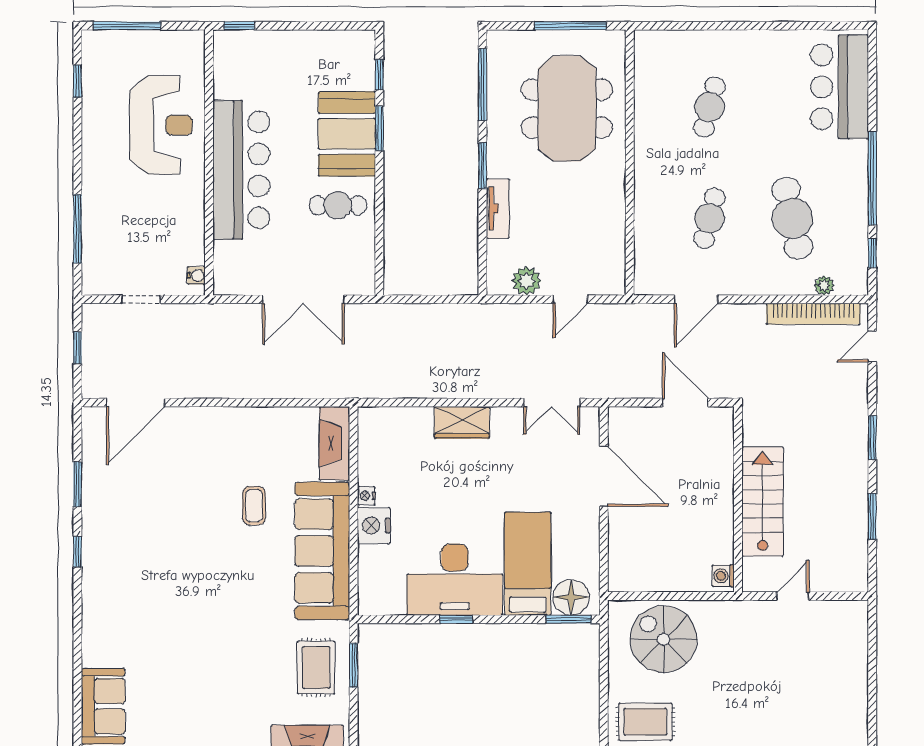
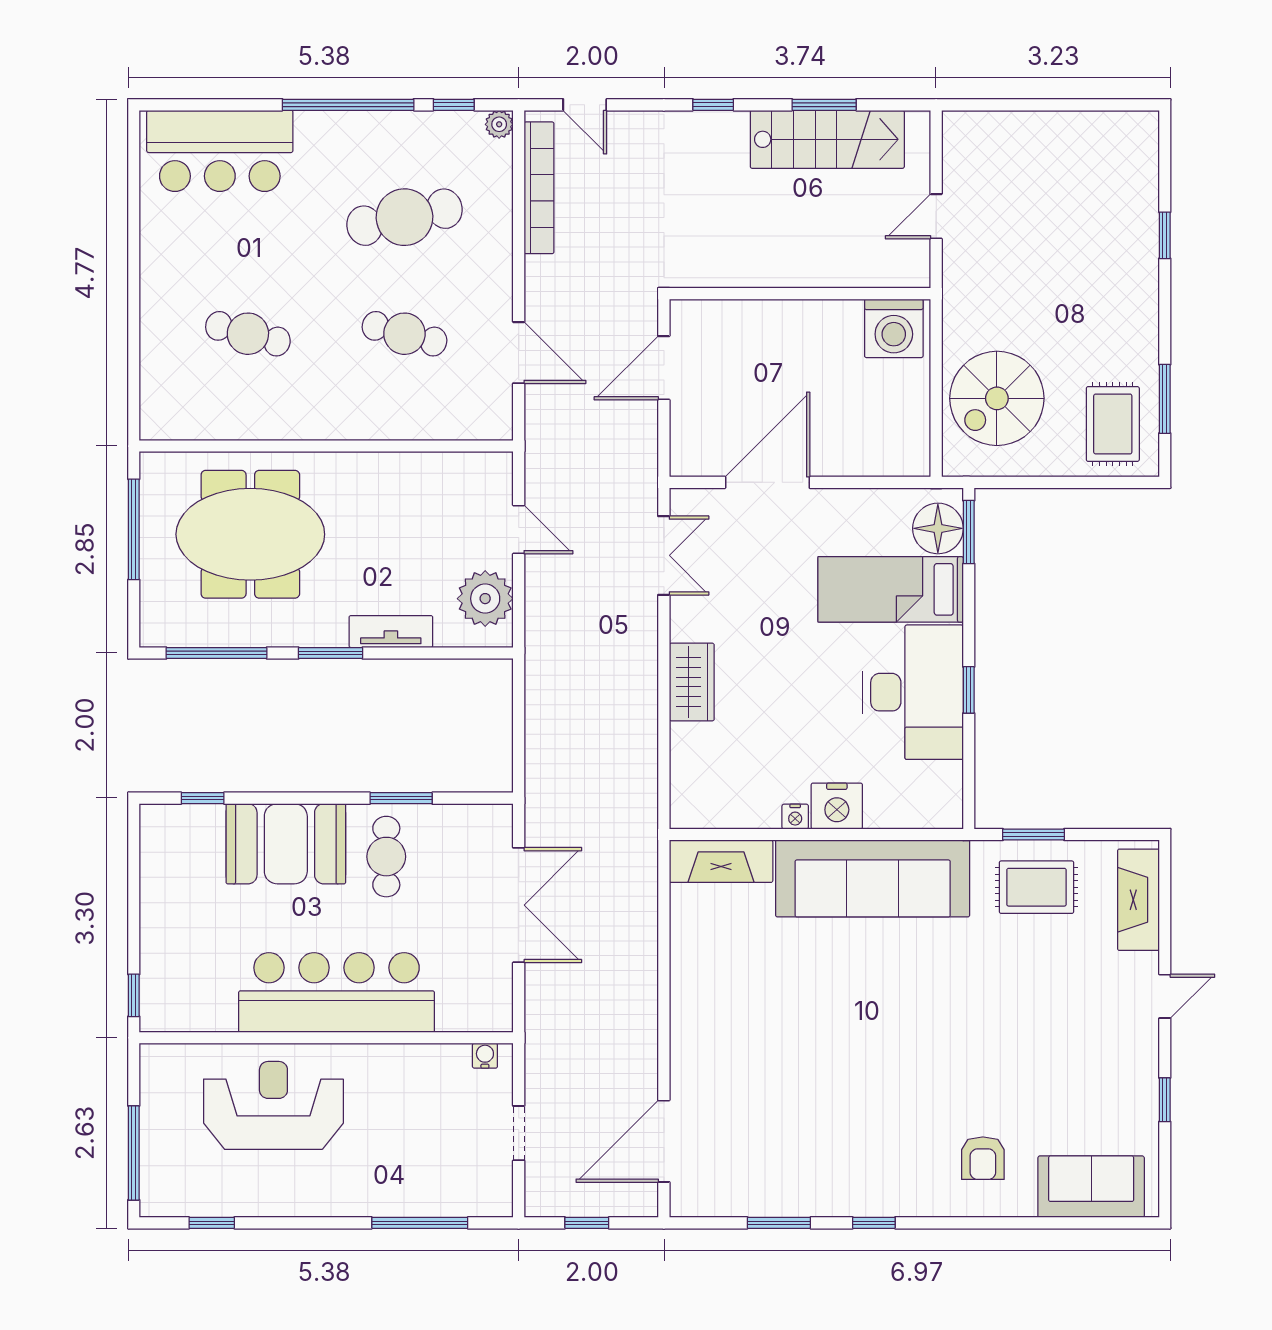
window: (379, 129) -> (401, 798), moved
plant: (527, 281) -> (485, 599), width x1.36, depth x1.36
plant: (824, 285) -> (499, 124), moved
door: (136, 403) -> (664, 1141), swing flipped
window: (872, 438) -> (713, 105), width x0.67
stairs: (763, 502) -> (827, 139), moved, turned 180
coffee table: (254, 506) -> (809, 975), removed
washing machine: (723, 576) -> (894, 328), width x1.89, depth x1.89
door: (793, 596) -> (936, 216), hinge flipped
armchair: (123, 629) -> (983, 1158), added

